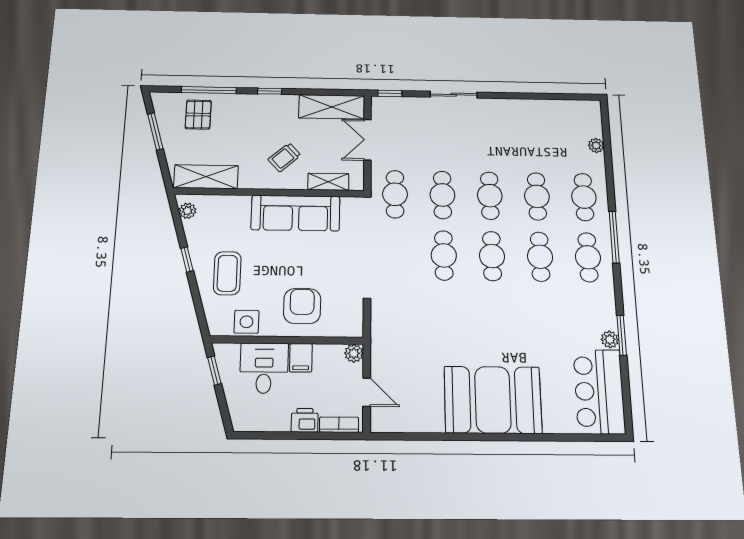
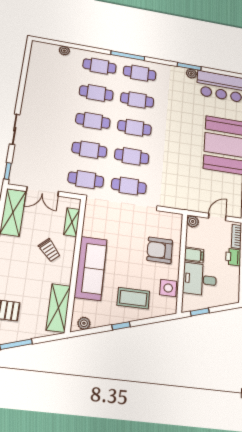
sofa: (296, 213) -> (91, 268), moved
cafe table: (395, 255) -> (129, 186), added

